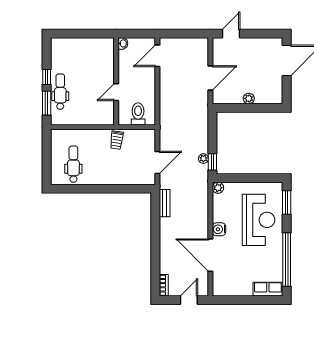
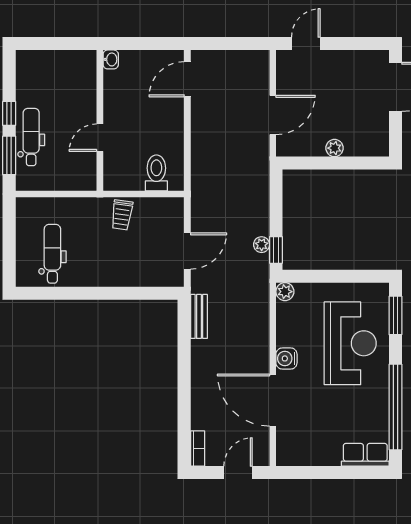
washbasin: (123, 43) -> (111, 59), moved
wall: (116, 81) -> (100, 120), moved
door: (116, 92) -> (100, 138), moved

